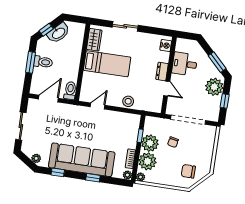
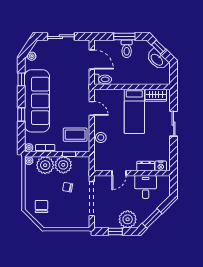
dresser: (162, 71) -> (146, 166), moved
coffee table: (121, 127) -> (75, 135), added

